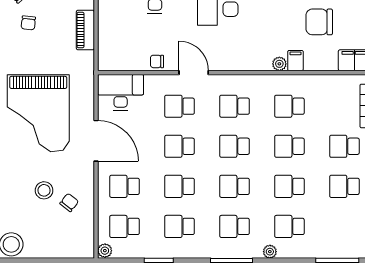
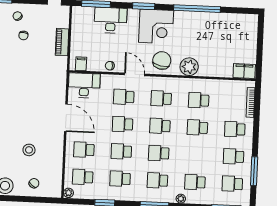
chair: (319, 22) -> (162, 60), moved, turned 102
filing cabinet: (295, 61) -> (81, 64), moved
plant: (279, 64) -> (189, 67), width x1.88, depth x1.88
grand piano: (38, 113) -> (27, 97), removed
school desk: (289, 186) -> (232, 184), moved
chair: (69, 202) -> (34, 183), moved

